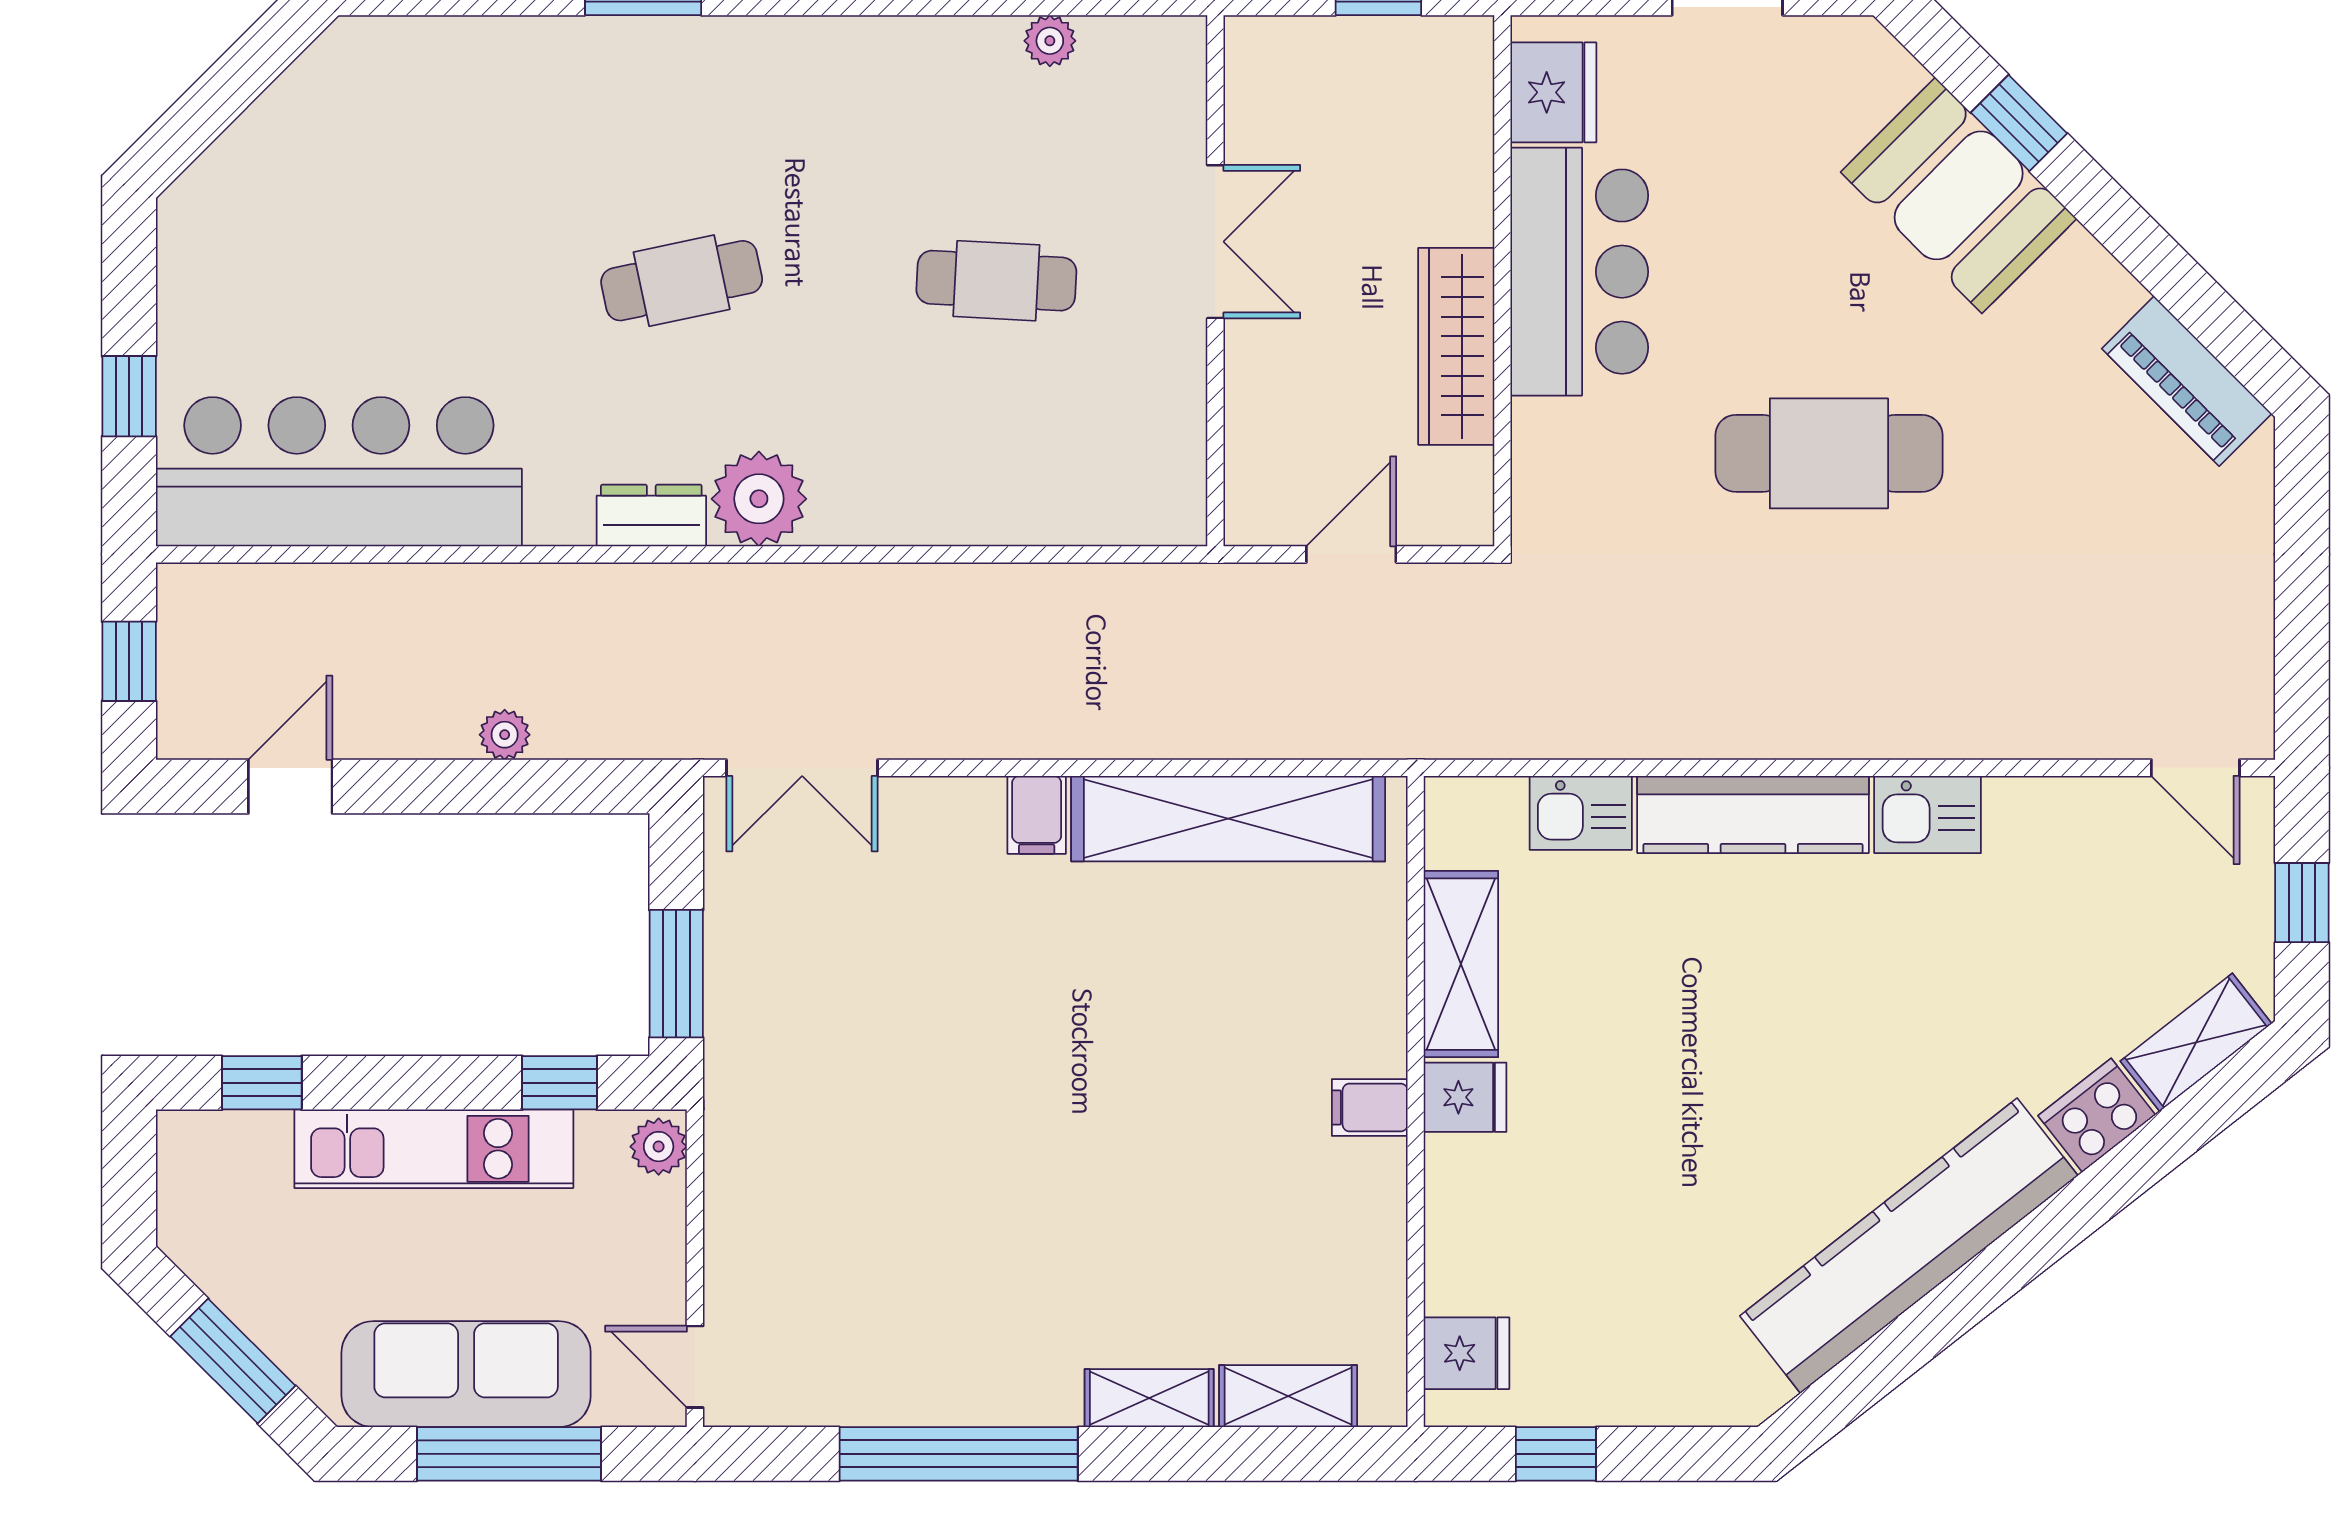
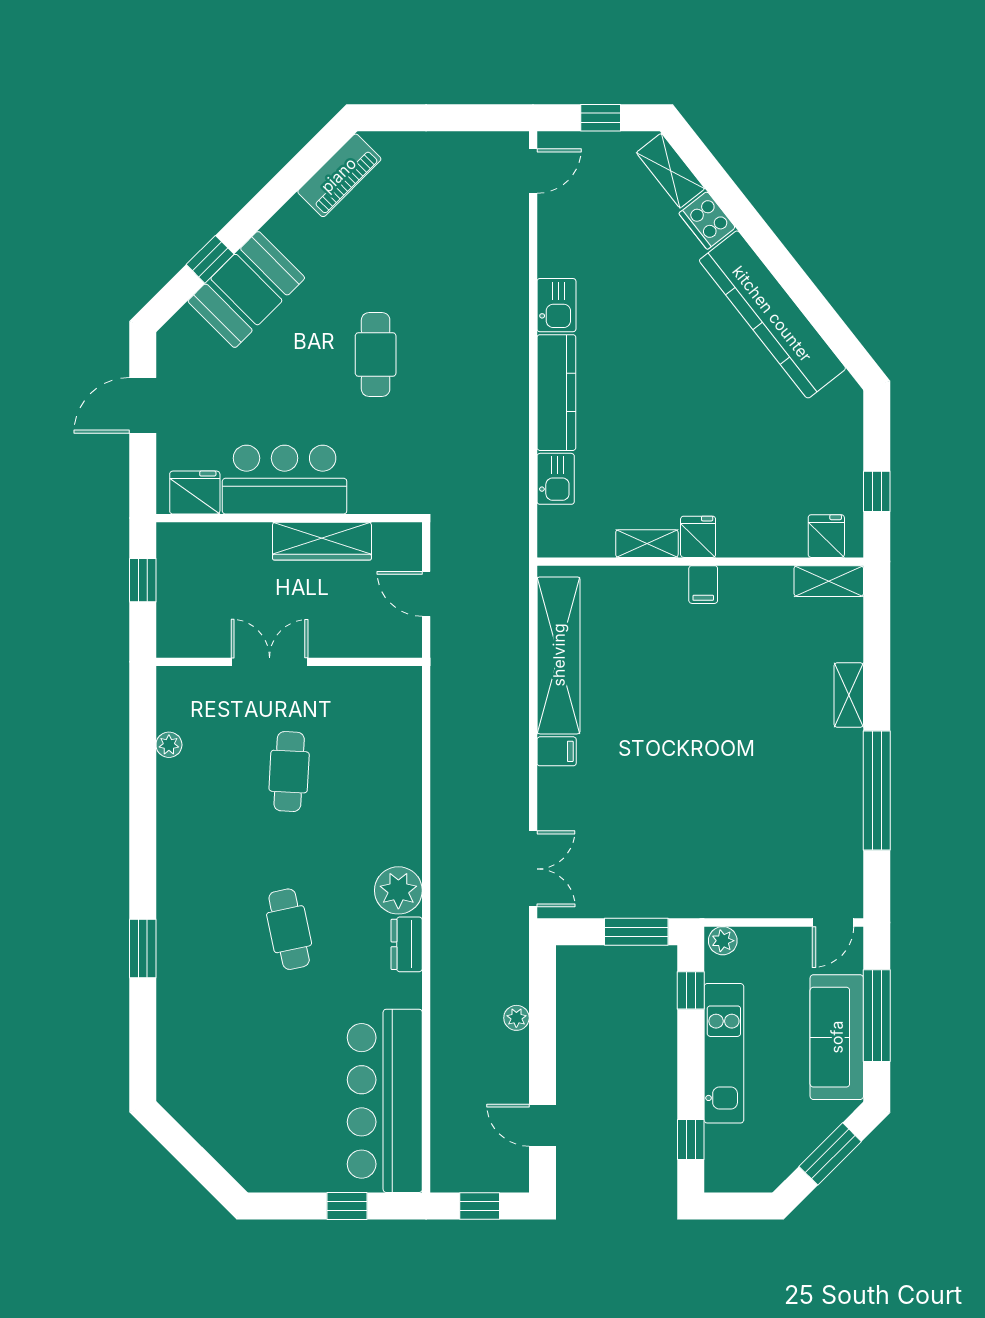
cafe table: (1829, 453) -> (376, 355), width x0.73, depth x0.74
shelving: (1461, 964) -> (647, 544), width x0.67, depth x0.75
shelving: (1288, 1396) -> (829, 581), moved, turned 90

